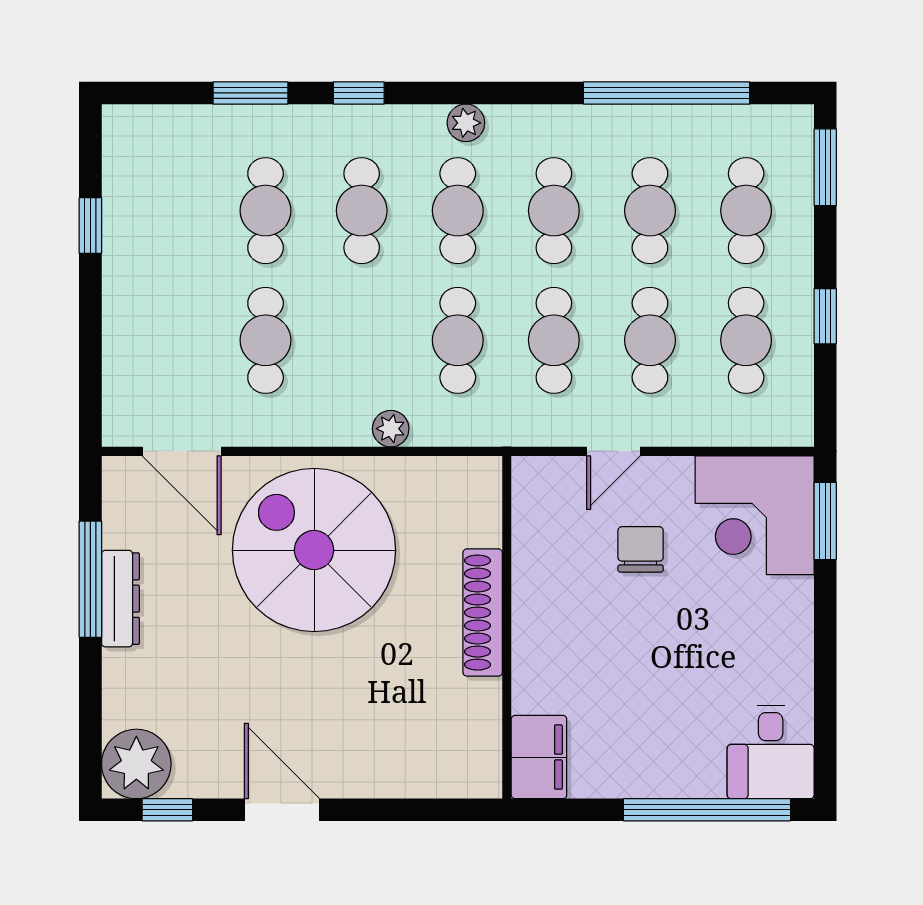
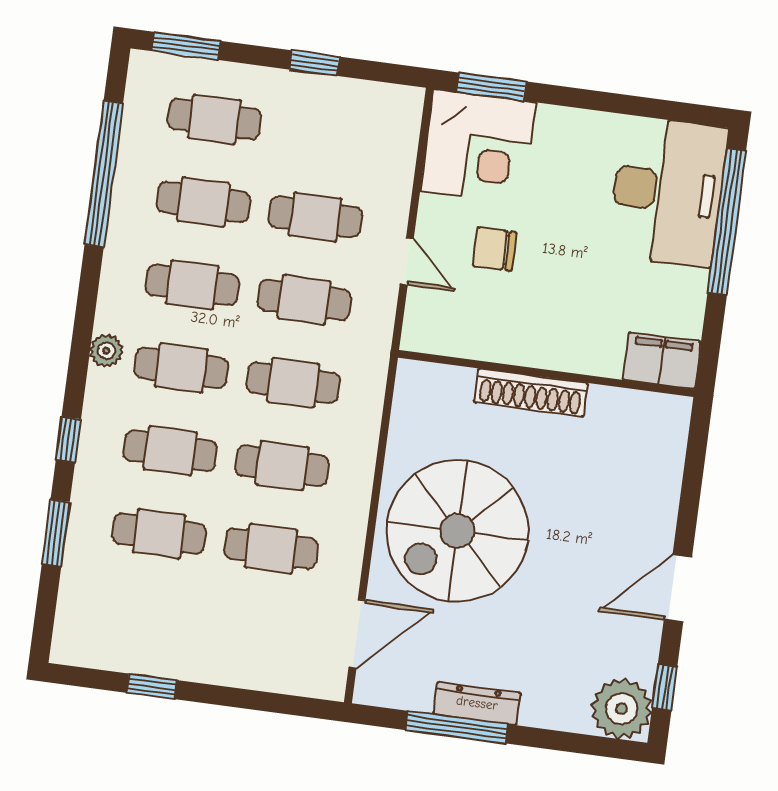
cafe table: (746, 340) -> (282, 466), moved
plant: (391, 429) -> (362, 451), removed
desk: (771, 752) -> (668, 191), width x1.87, depth x1.30

